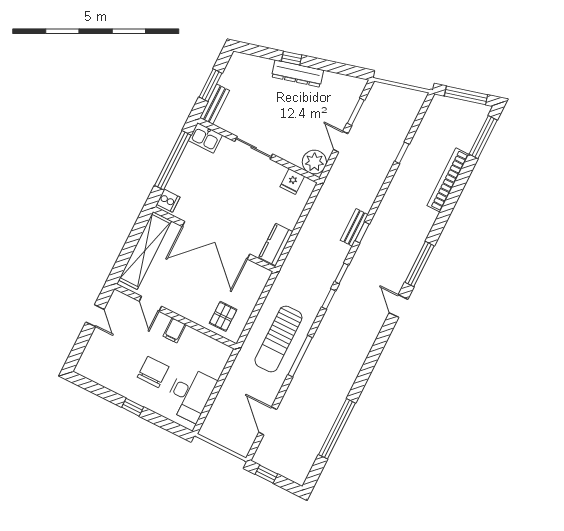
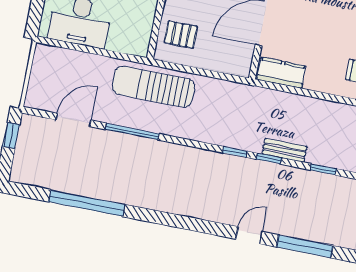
bench: (354, 227) -> (284, 150), moved
sun lounger: (278, 339) -> (153, 87), moved
window: (300, 356) -> (132, 132), moved

